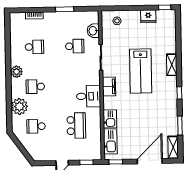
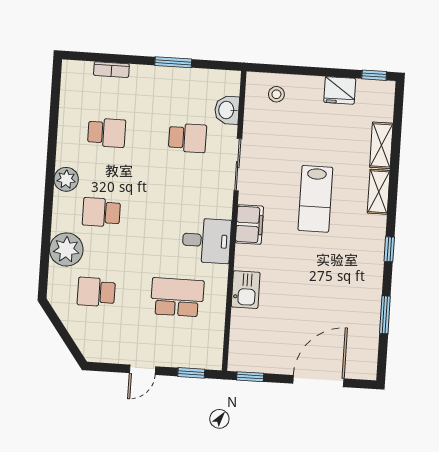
lab bench: (141, 71) -> (315, 199), width x0.73, depth x0.72
school desk: (76, 125) -> (177, 297), turned -90
kitchen sink: (110, 141) -> (243, 335), removed
shelving: (173, 147) -> (381, 145), moved

